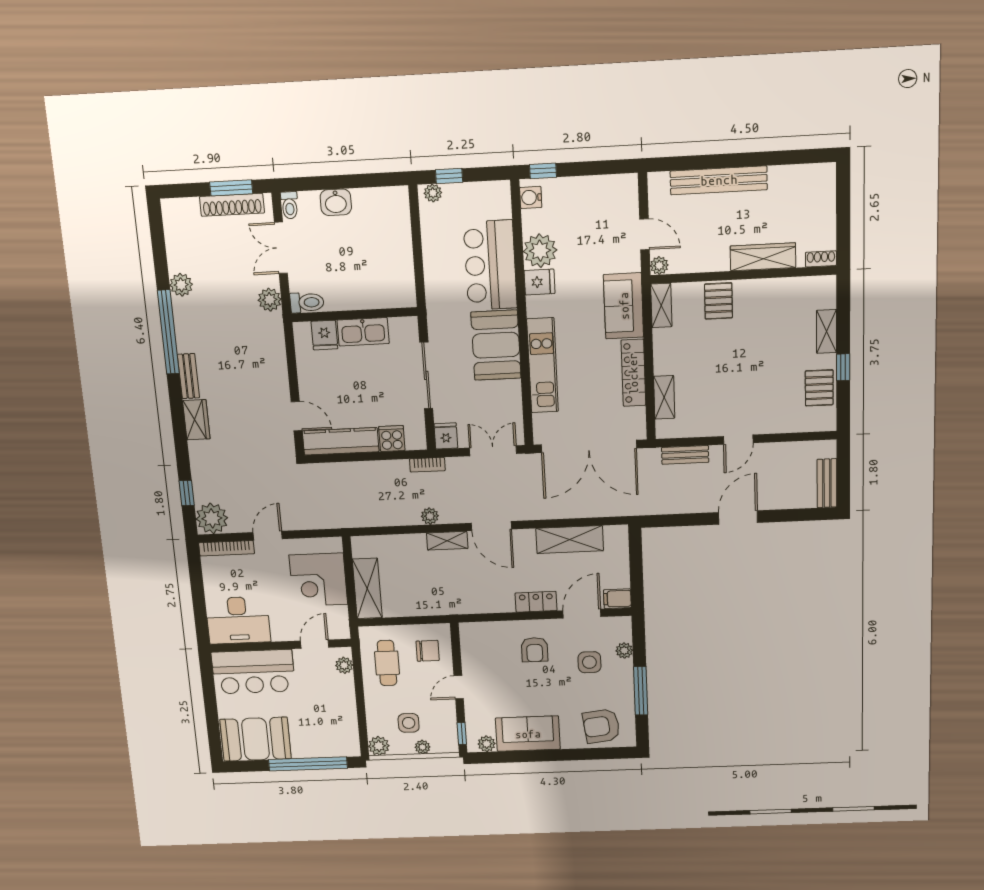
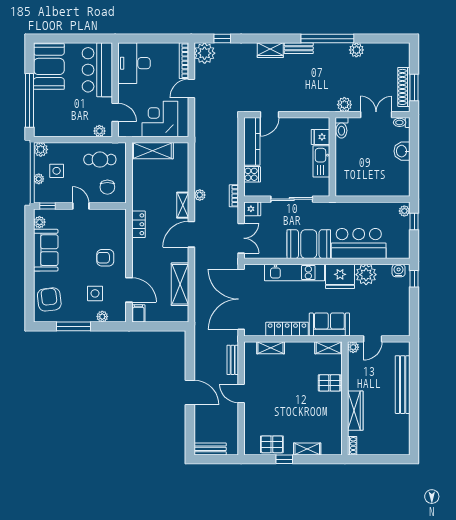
fridge: (540, 282) -> (340, 276), width x1.88, depth x1.34
door: (268, 536) -> (191, 89), swing flipped
locker: (536, 602) -> (139, 224), moved

